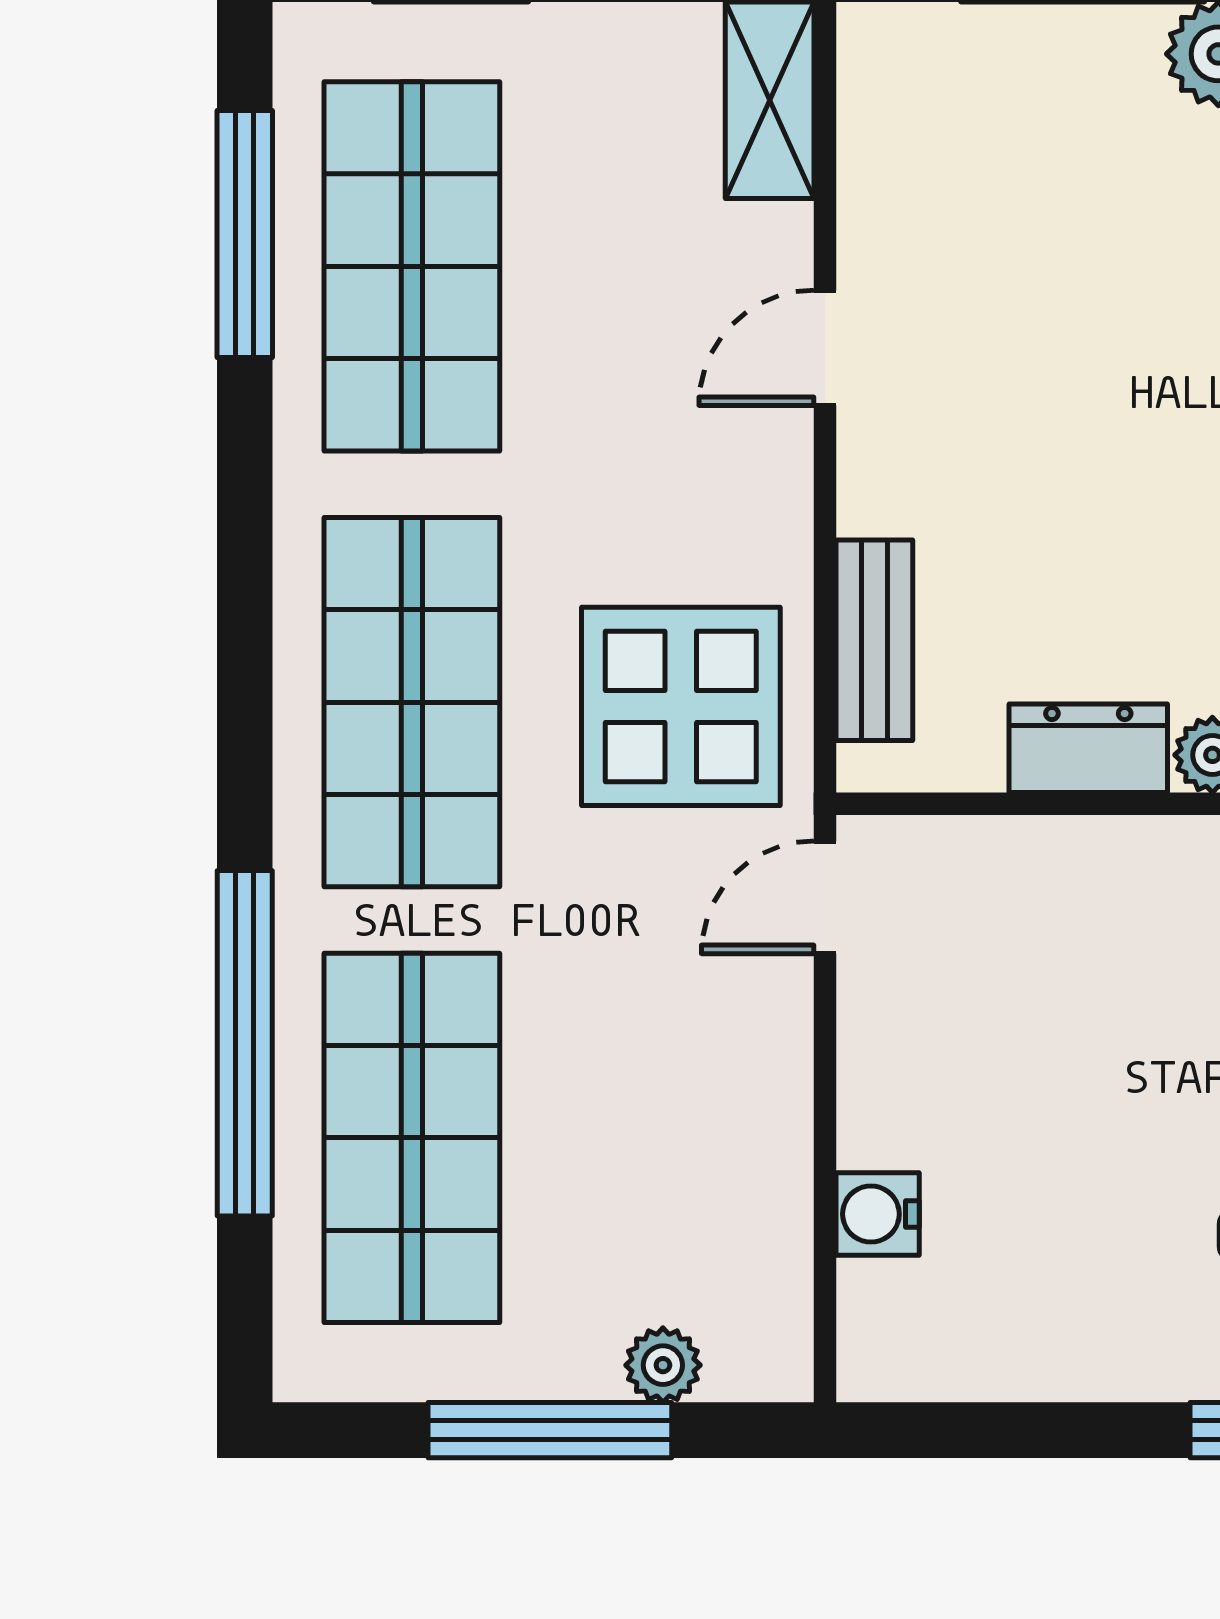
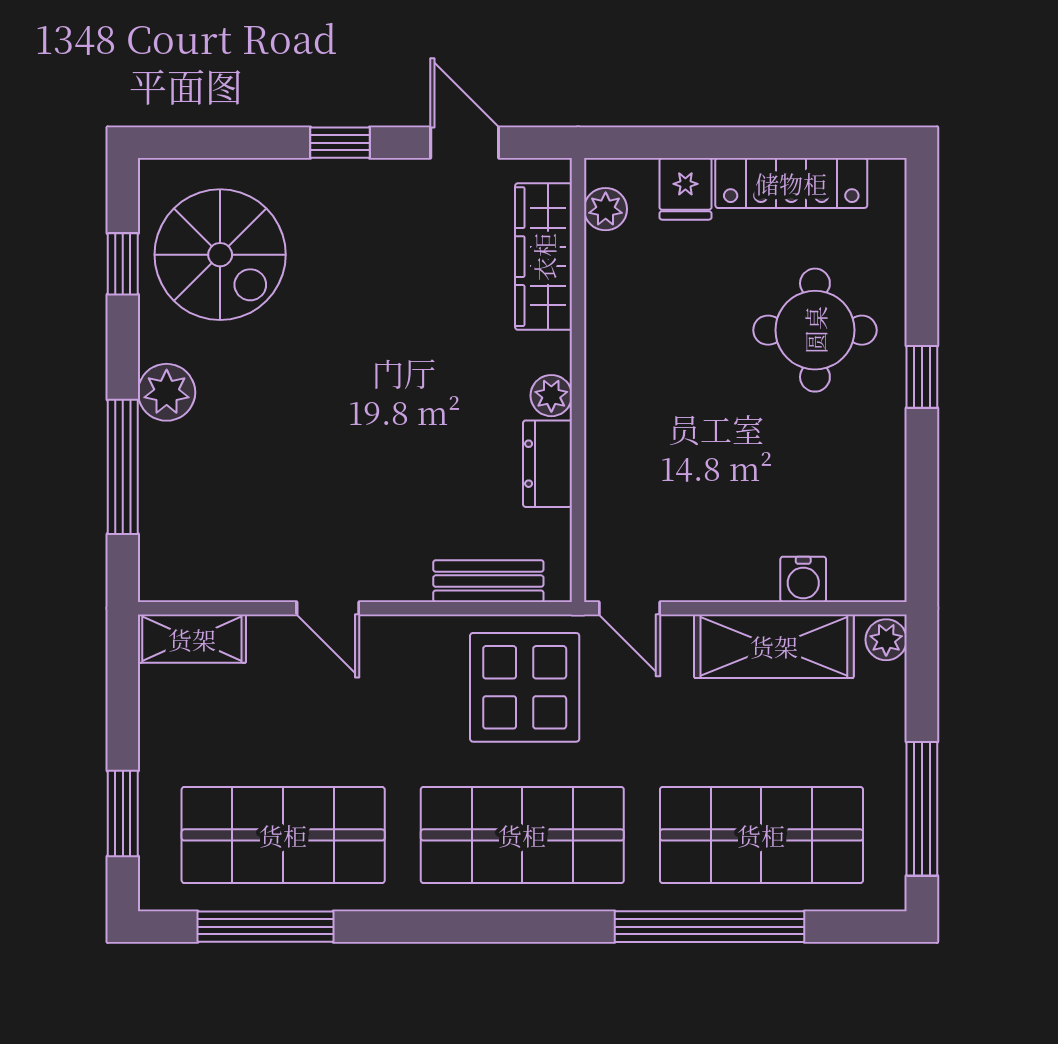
shelving: (756, 1161) -> (774, 646), added
plant: (663, 1365) -> (886, 640), moved
window: (550, 1430) -> (922, 809), moved

